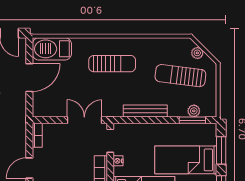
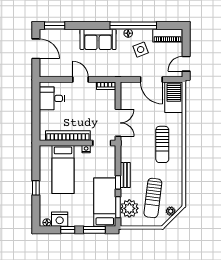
sun lounger: (180, 76) -> (153, 198), turned 180
bench: (145, 111) -> (125, 175), width x0.73
plant: (194, 111) -> (129, 208), width x1.87, depth x1.87
window: (160, 120) -> (118, 182), added
bed: (186, 160) -> (105, 202), moved

